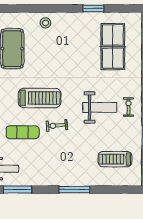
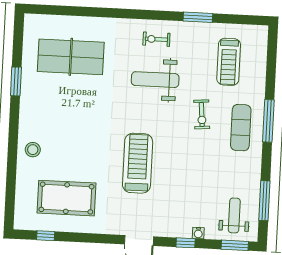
weight bench: (100, 107) -> (155, 80), turned -90
exercise bike: (57, 125) -> (202, 114), moved
exercise mat: (23, 132) -> (241, 128), moved

